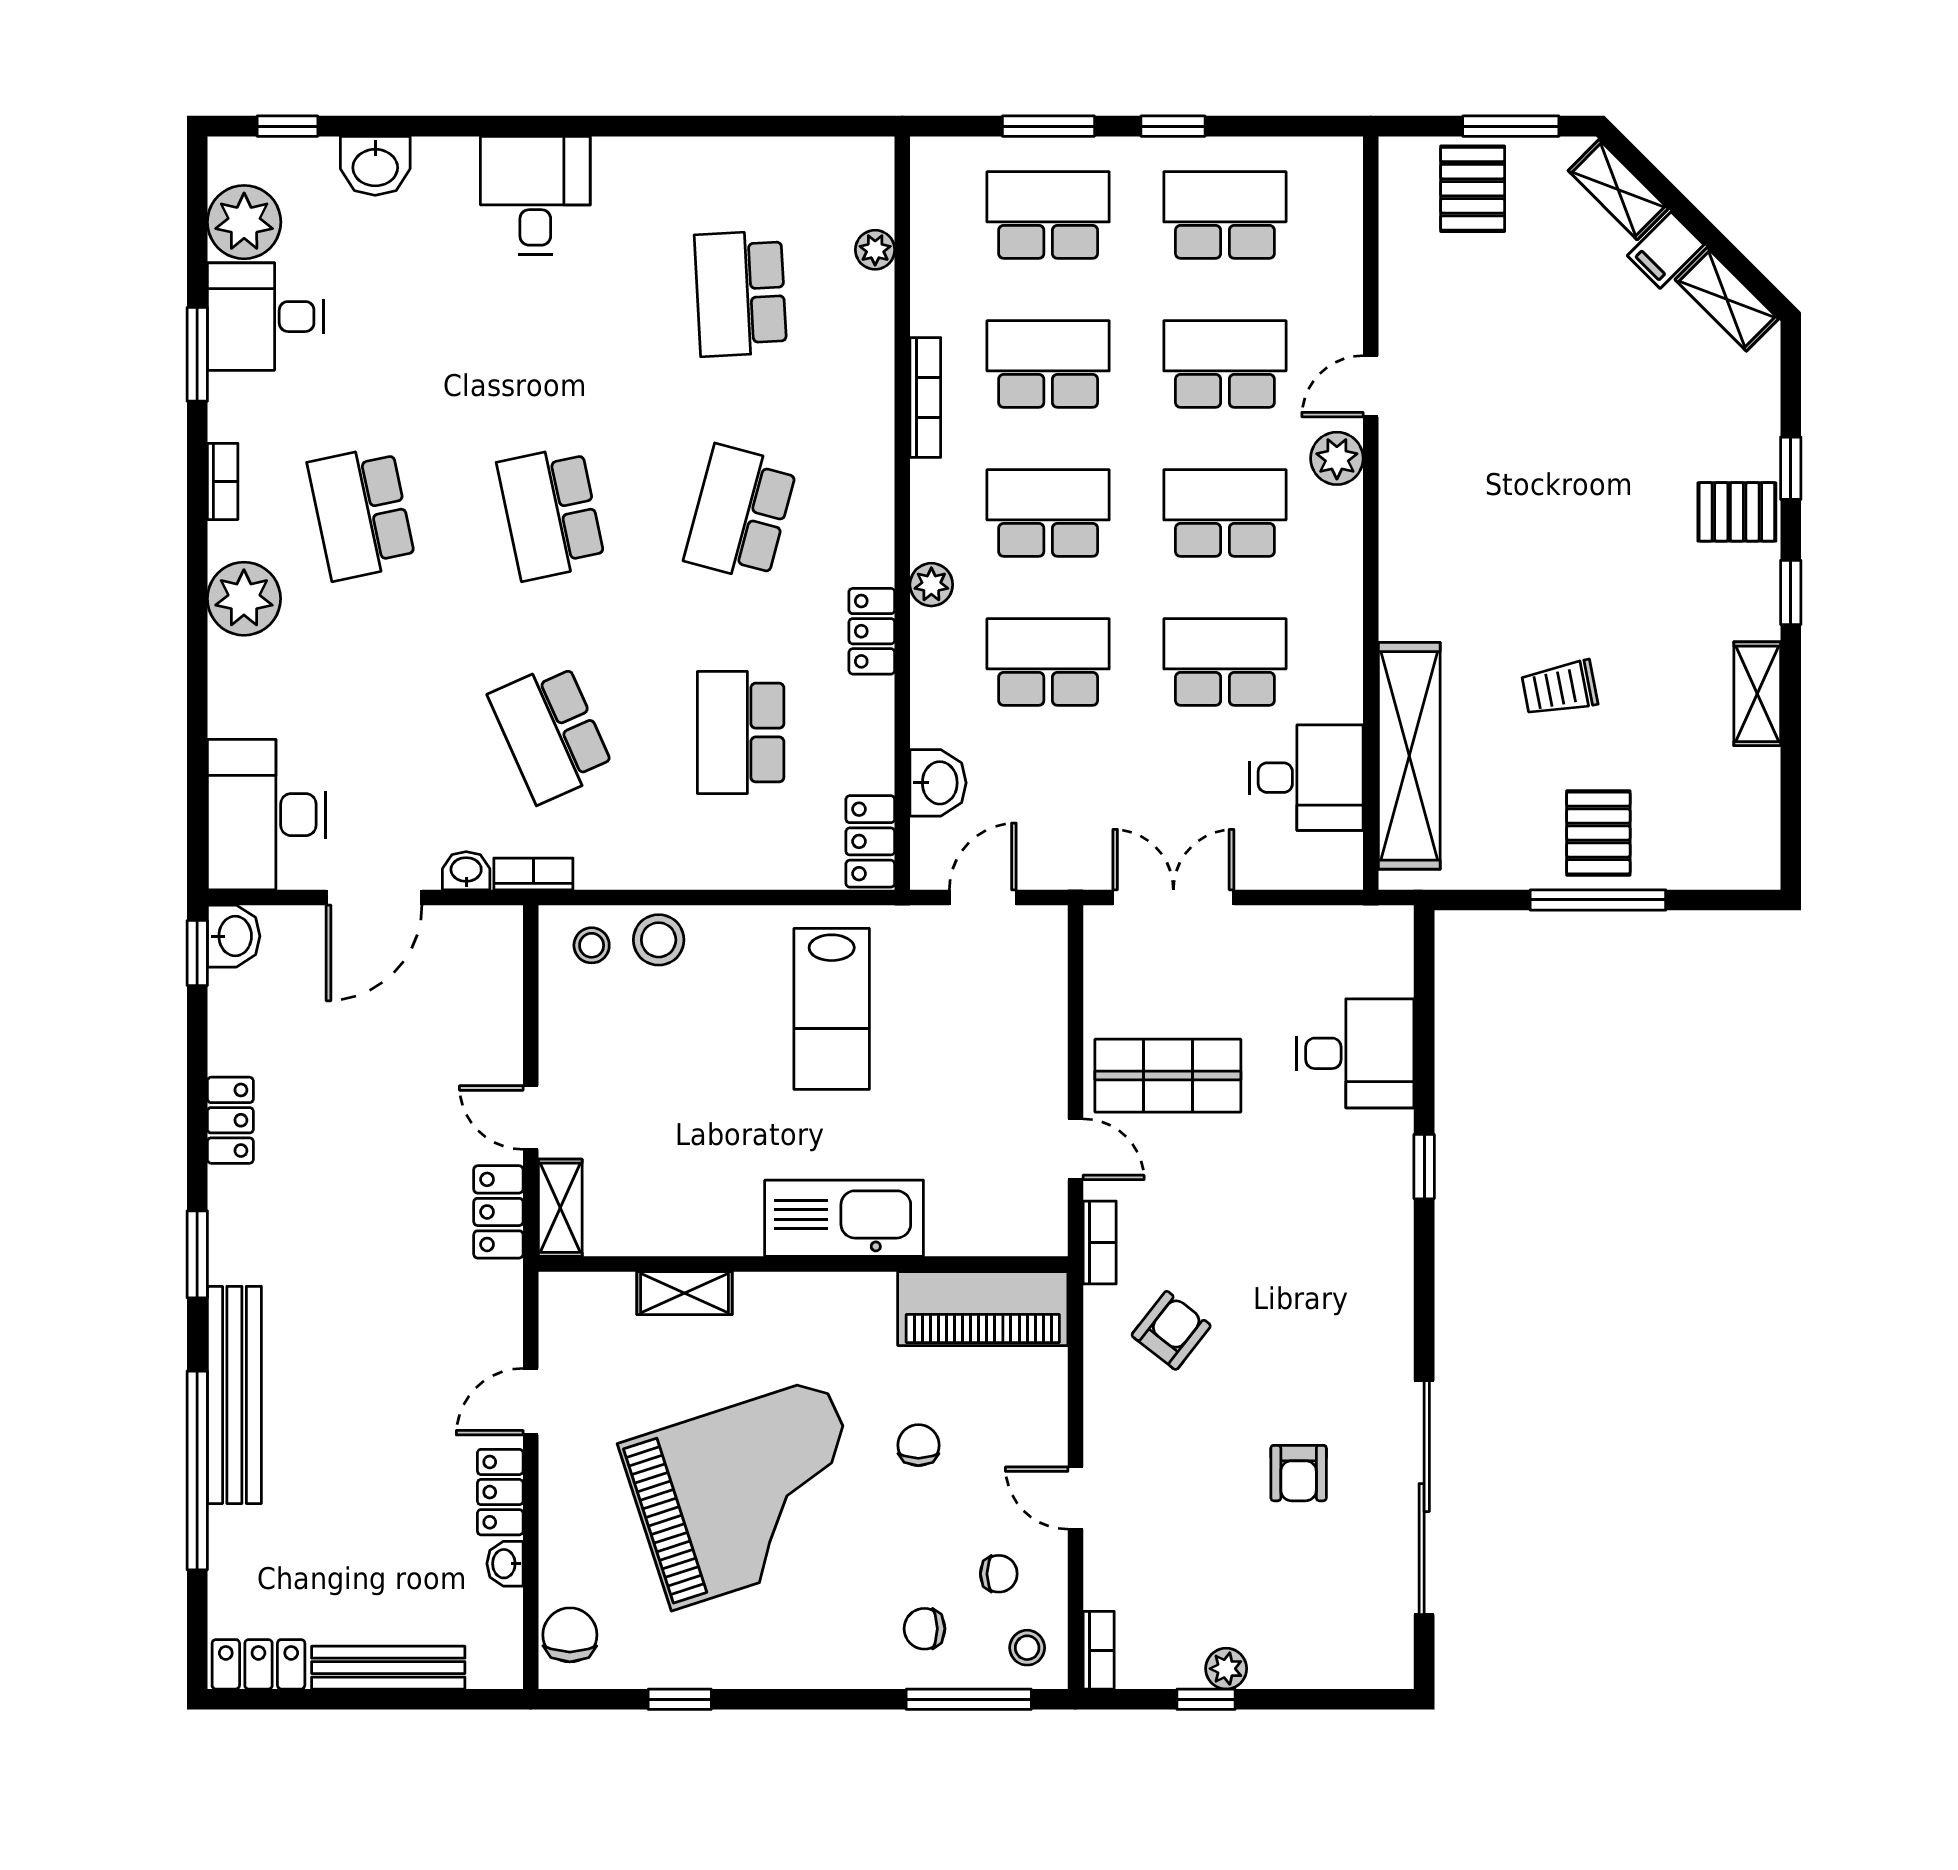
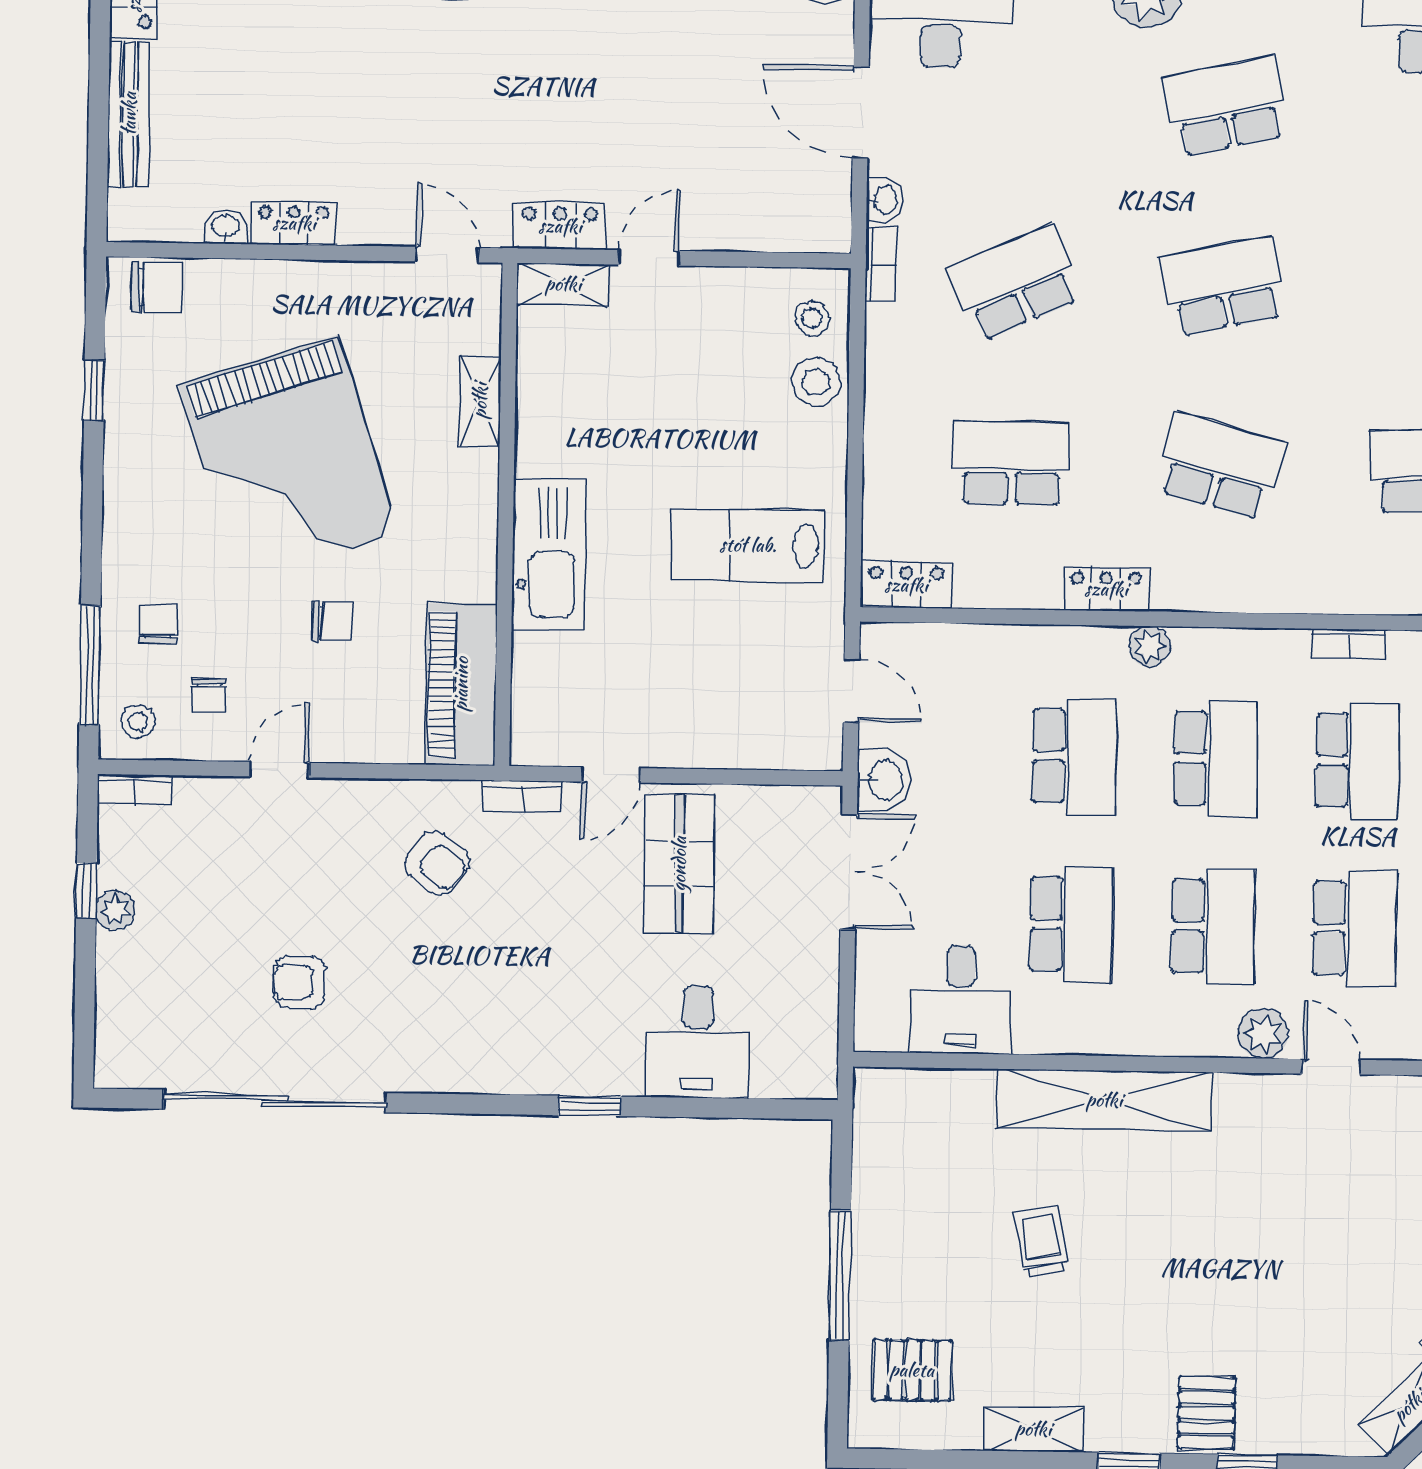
bookcase: (925, 397) -> (1348, 644), width x0.64
shelving: (1409, 756) -> (1104, 1100), moved
washbasin: (938, 783) -> (884, 780), moved, turned -90
pallet: (1598, 833) -> (912, 1370), moved
door: (531, 1402) -> (447, 255), moved

